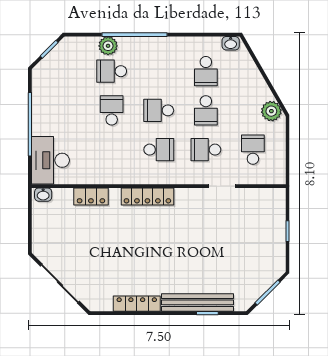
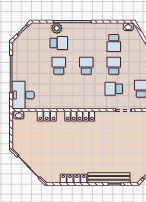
school desk: (112, 71) -> (59, 43), turned 180
school desk: (159, 110) -> (86, 66), turned 90
school desk: (206, 110) -> (114, 66), turned 180
school desk: (159, 150) -> (86, 89), removed

